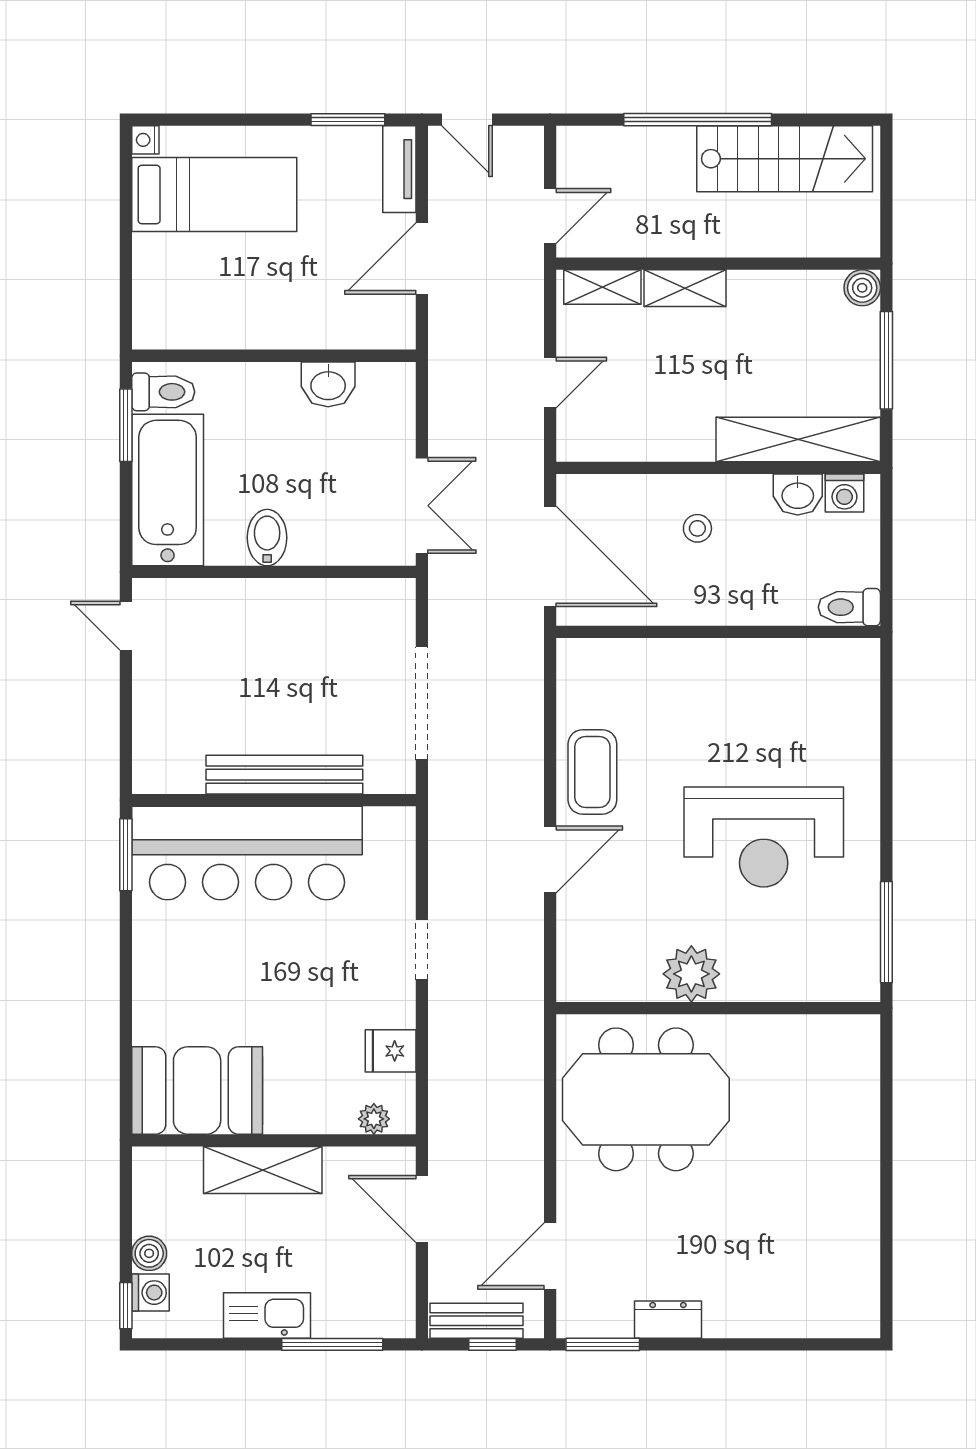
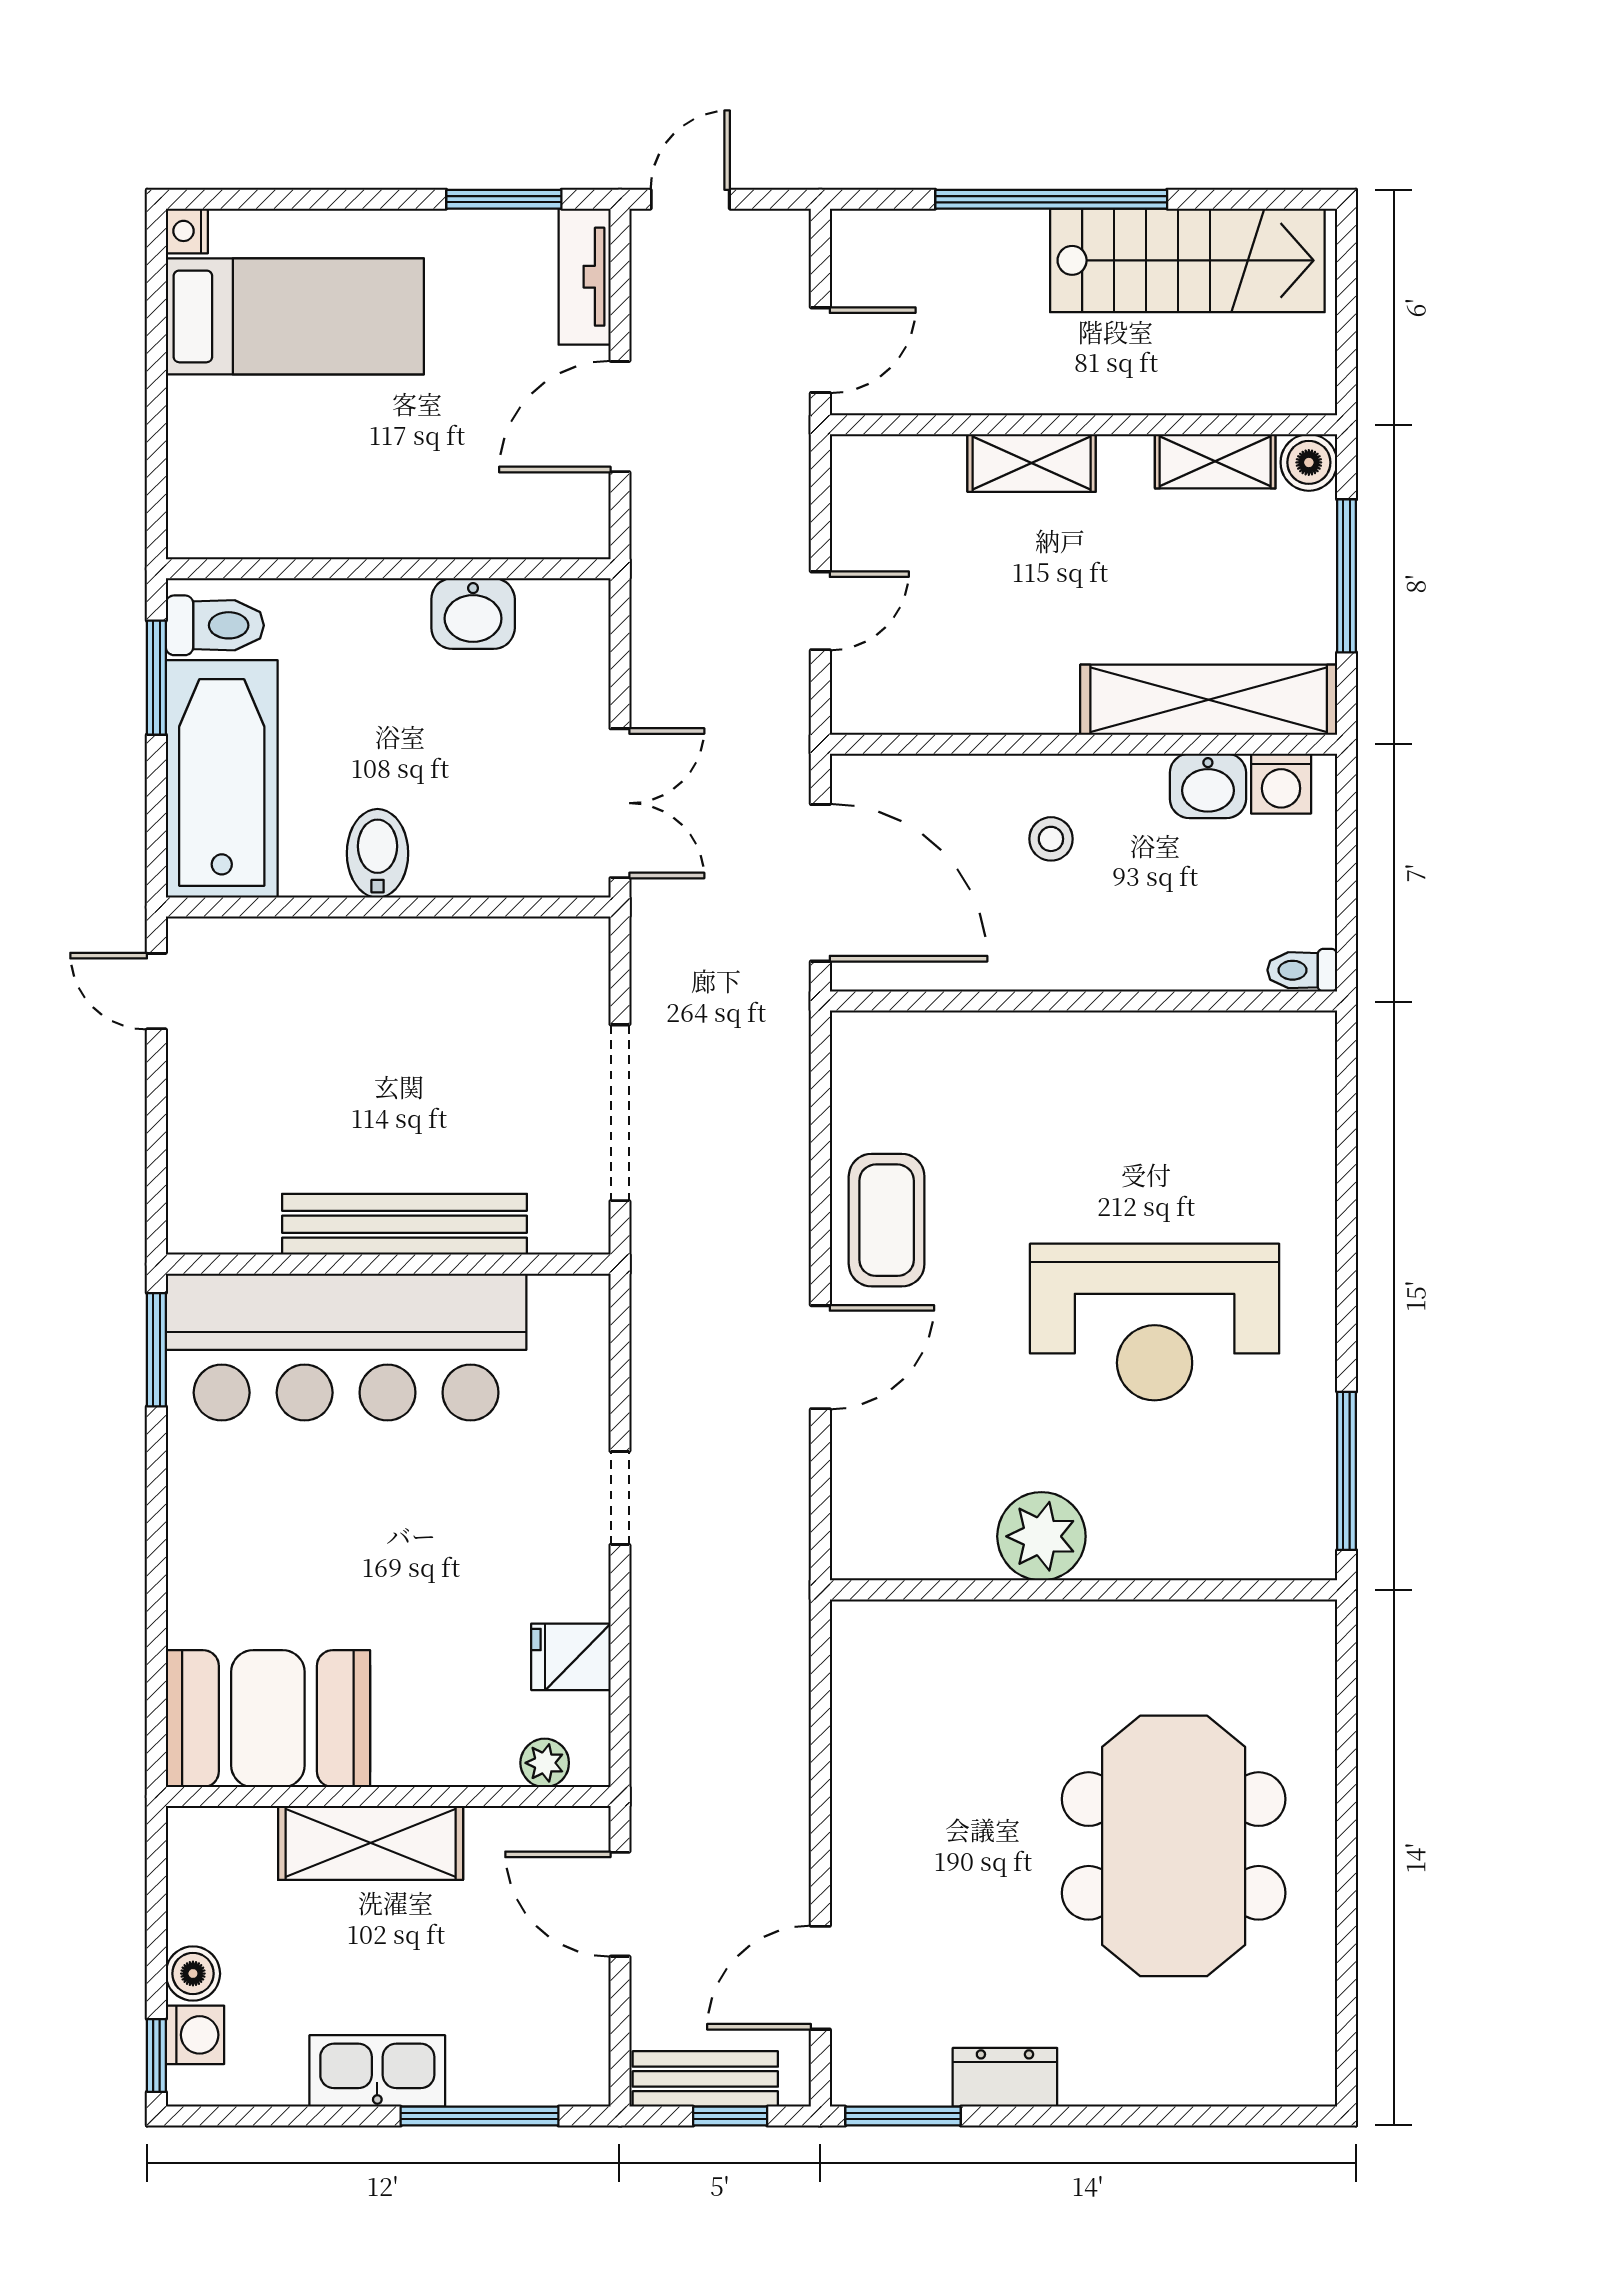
door: (467, 120) -> (690, 199), swing flipped
shelving: (602, 287) -> (1215, 461), moved
toilet: (849, 607) -> (1302, 970), width x0.73, depth x0.72
meeting table: (646, 1099) -> (1174, 1846), moved, turned 90

